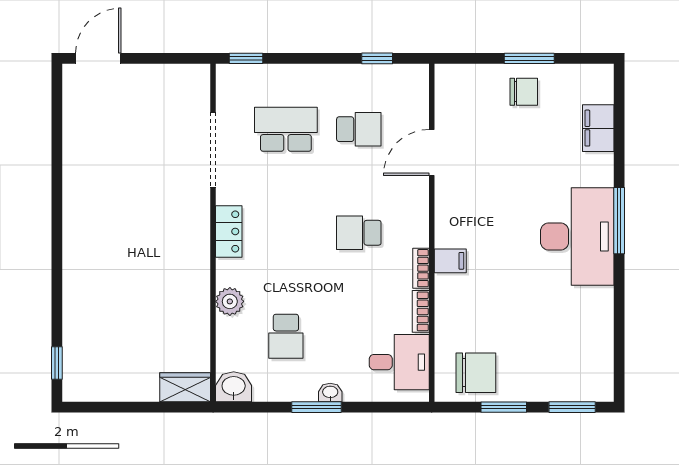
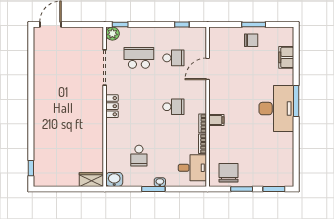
school desk: (359, 233) -> (173, 107), turned 180
plant: (230, 301) -> (112, 34), moved
chair: (476, 373) -> (229, 173), turned -90

